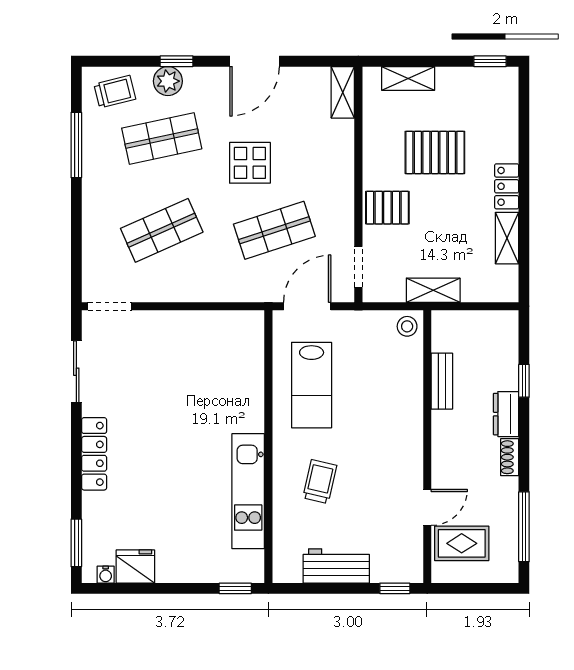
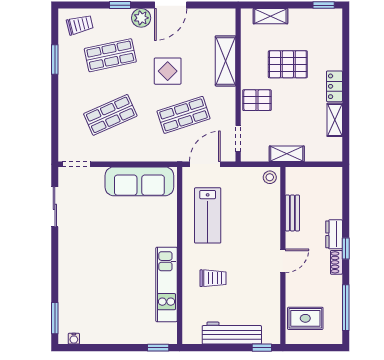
plant: (168, 81) -> (141, 18), moved
shelving: (343, 92) -> (226, 61), moved, width x1.50, depth x1.33
window: (76, 145) -> (55, 59), width x0.69
sofa: (206, 333) -> (139, 181), added
window: (524, 381) -> (346, 248), moved
locker: (94, 454) -> (66, 260), removed
trolley: (320, 482) -> (213, 278), turned 77
door: (427, 507) -> (283, 261), moved
fridge: (135, 566) -> (93, 333), removed
workbench: (336, 566) -> (232, 333), width x1.38

